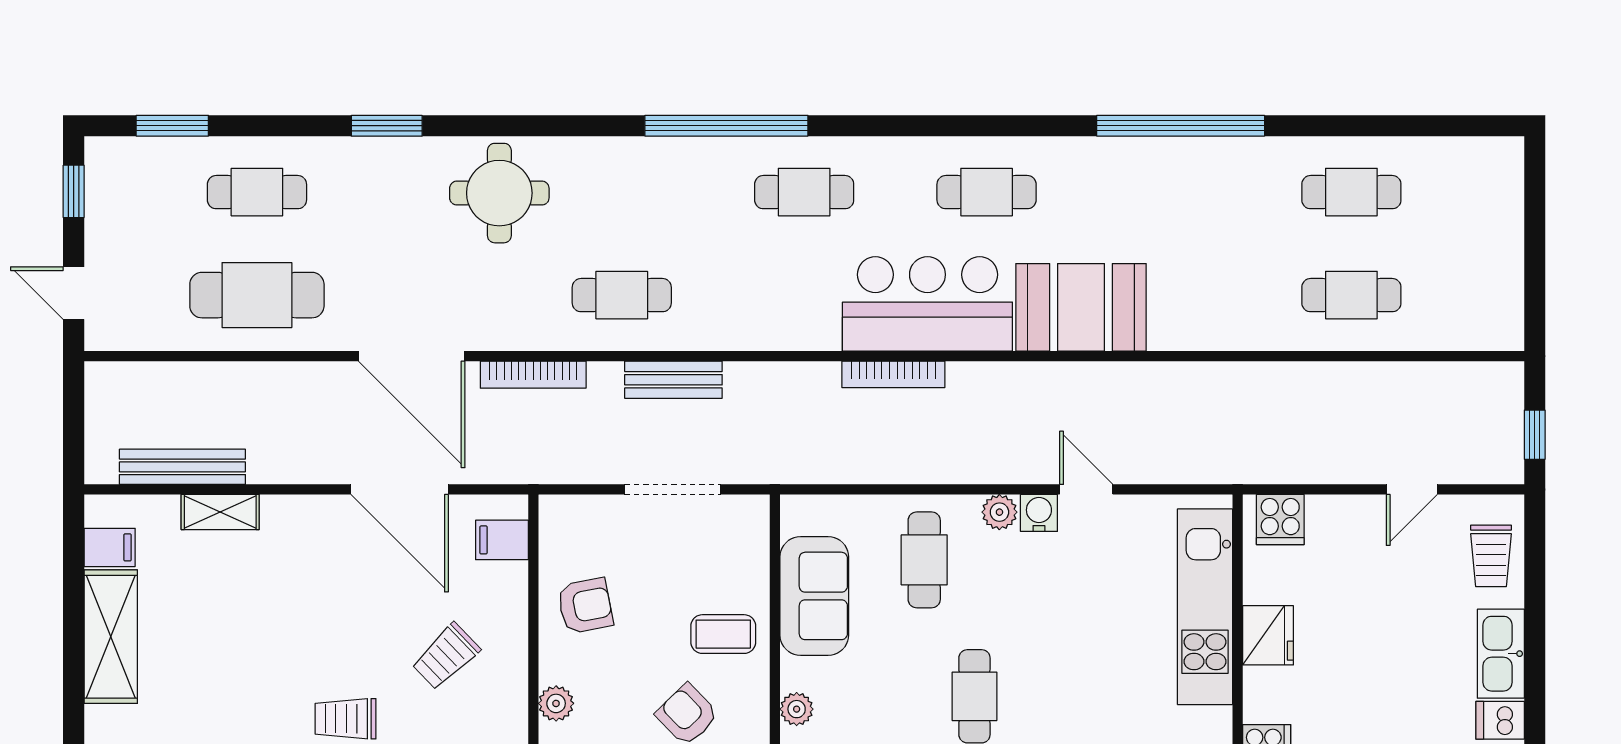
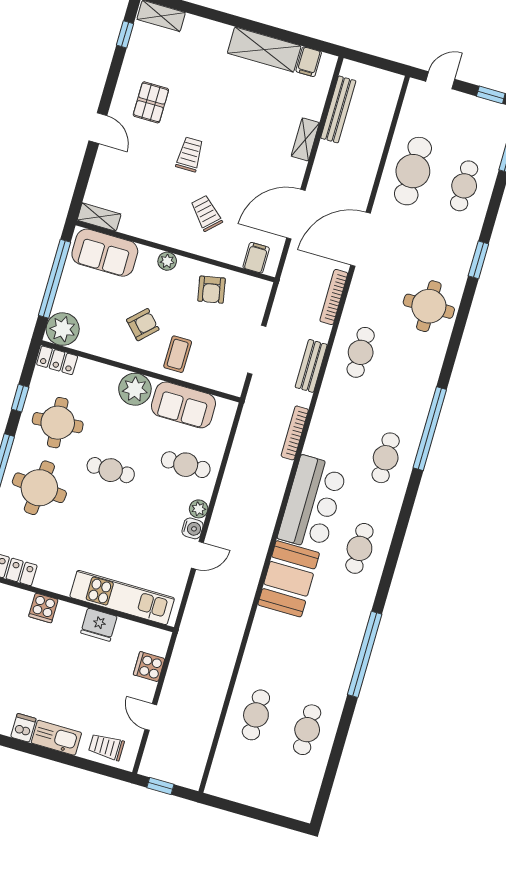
bookcase: (893, 374) -> (295, 433), moved
shelving: (220, 512) -> (305, 139), moved
cooker: (1280, 520) -> (149, 667), moved
plant: (797, 709) -> (135, 389), width x1.87, depth x1.87

